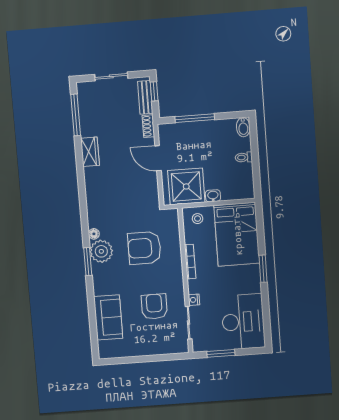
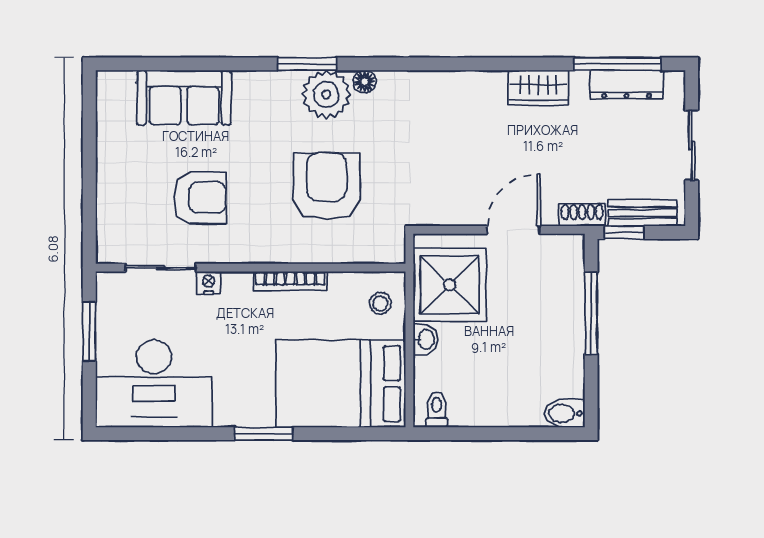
window: (154, 91) -> (624, 232), moved
dresser: (85, 110) -> (627, 85), added
toilet: (244, 157) -> (437, 410), moved

